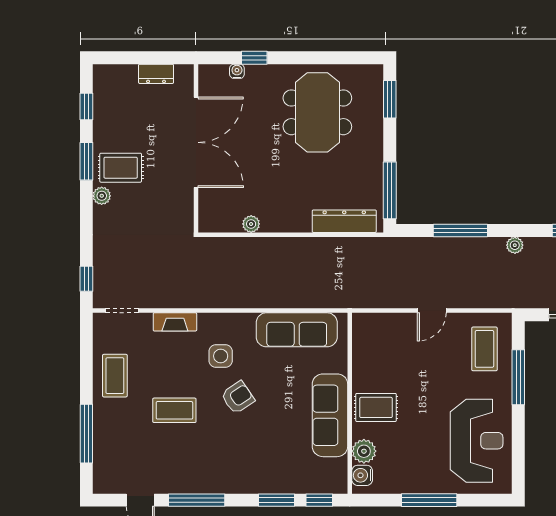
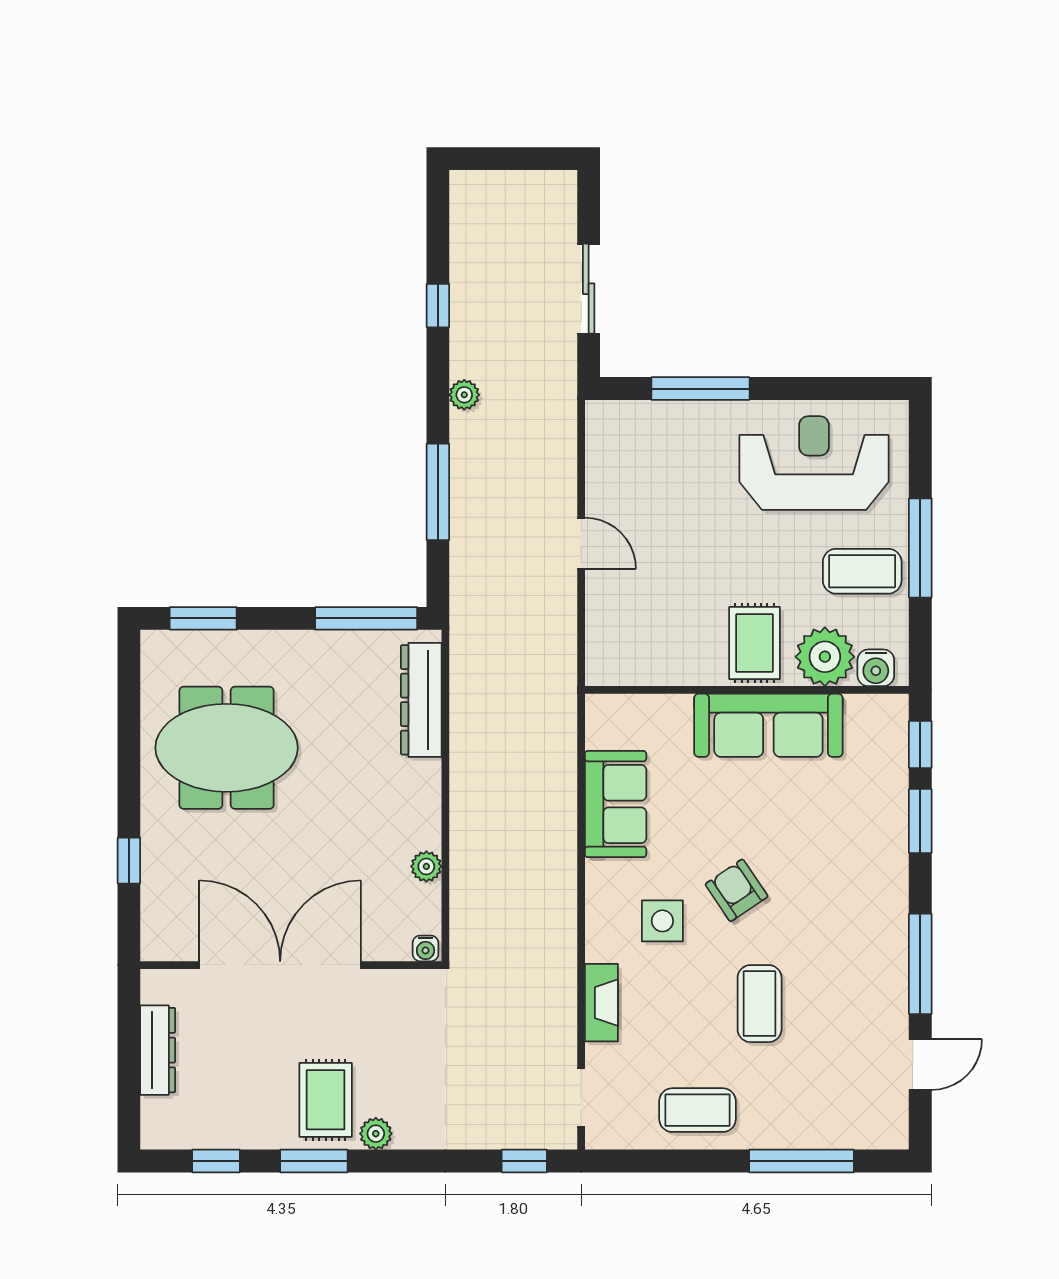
water cooler: (237, 71) -> (426, 948), moved, turned -90
dresser: (156, 74) -> (158, 1050), width x1.44
sofa: (297, 330) -> (616, 804), width x0.73
coffee table: (484, 349) -> (862, 571), moved
plant: (364, 451) -> (825, 657), width x1.36, depth x1.36

